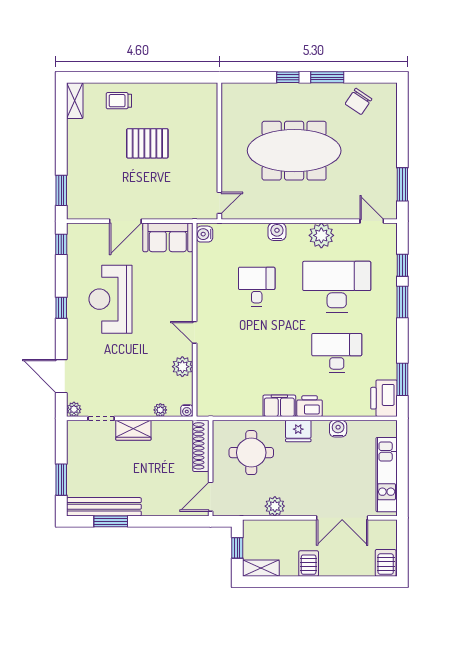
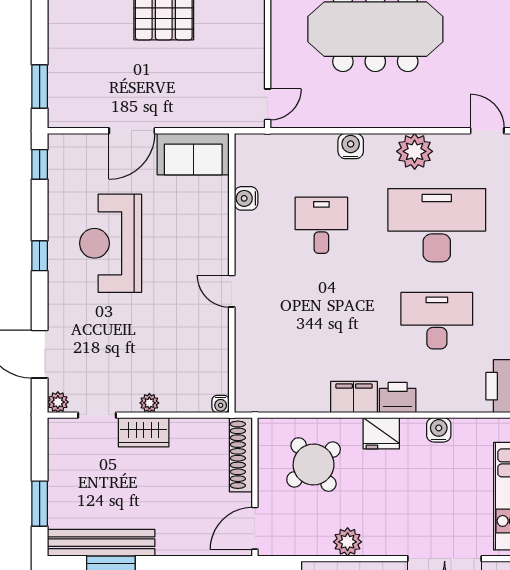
water cooler: (204, 234) -> (246, 198), moved
plant: (182, 367) -> (214, 341), removed
plant: (160, 410) -> (149, 403), moved
round table: (251, 453) -> (314, 465), turned -38

